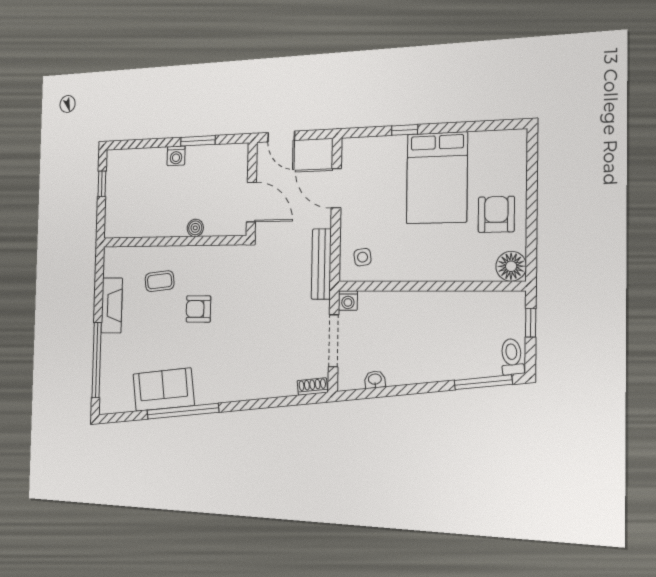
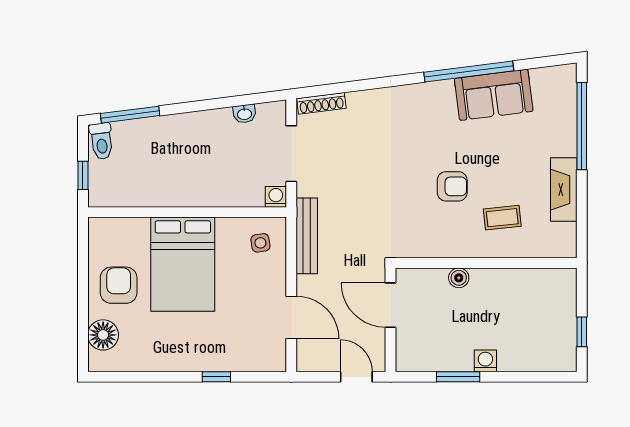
bed: (437, 178) -> (183, 264), moved, turned 180
armchair: (496, 214) -> (119, 285), turned 180
floor lamp: (511, 266) -> (103, 335), moved
shoe rack: (312, 386) -> (321, 103), width x1.43

